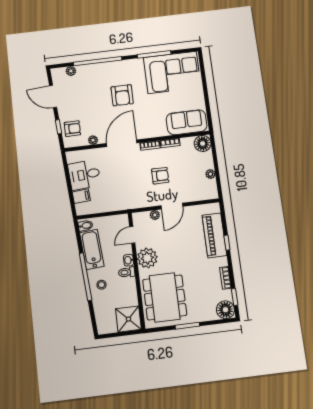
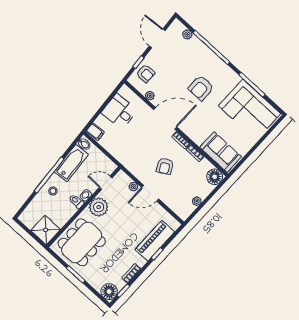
armchair: (160, 176) -> (165, 166), turned 62
filing cabinet: (81, 196) -> (95, 132), moved

